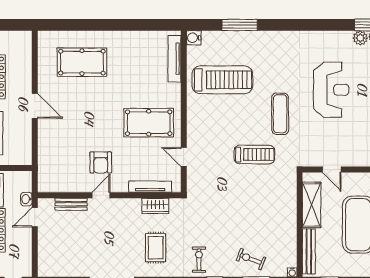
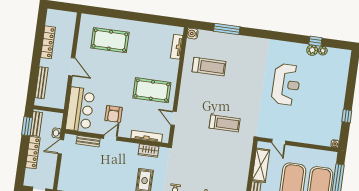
tv unit: (174, 59) -> (177, 47), width x0.71
treadmill: (222, 80) -> (209, 67), width x0.73, depth x0.73
exercise mat: (280, 114) -> (247, 97), removed
bar counter: (54, 163) -> (80, 110), added

